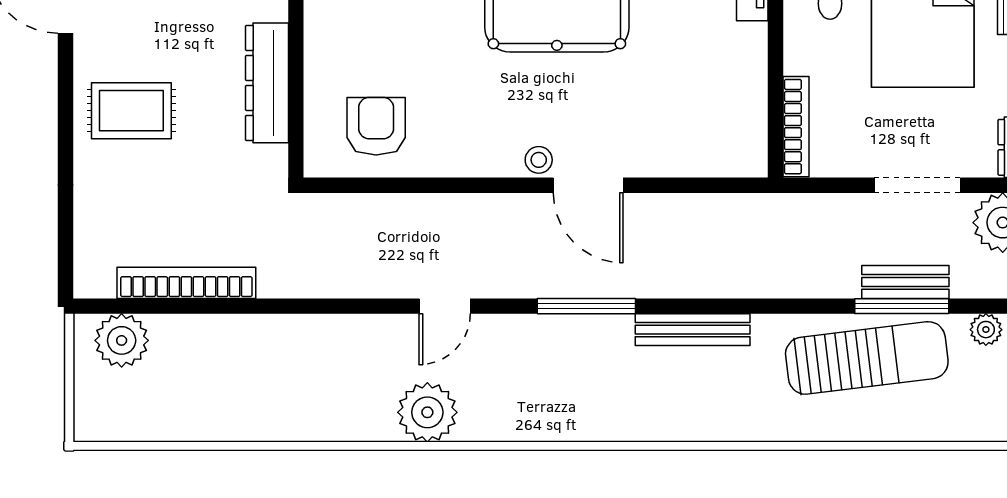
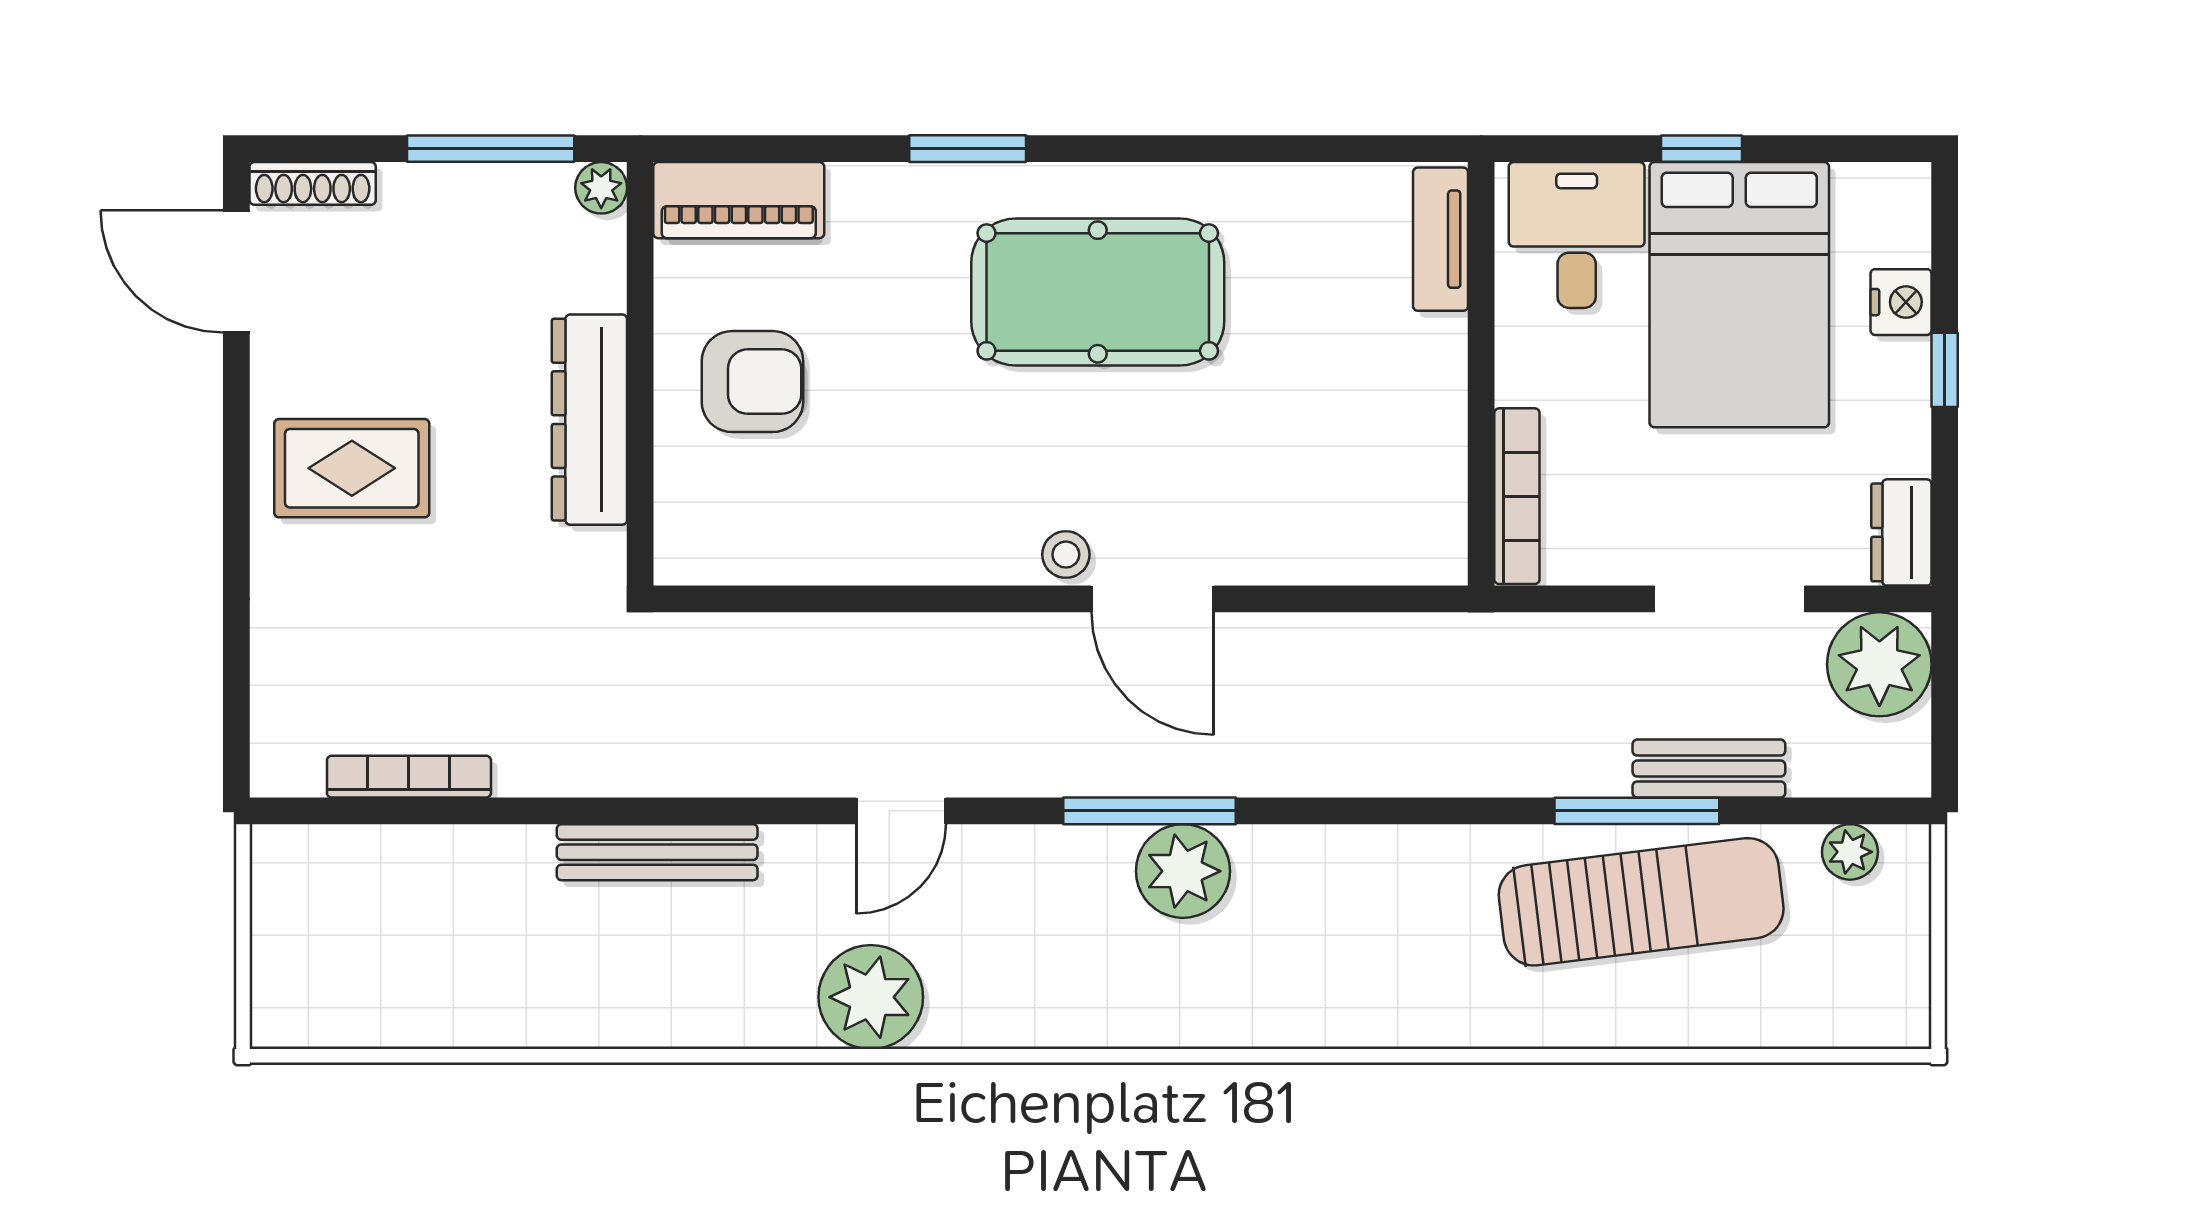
armchair: (376, 126) -> (752, 382), moved, turned 90
bookcase: (186, 283) -> (409, 777), width x0.68, depth x0.76
window: (902, 306) -> (1637, 811), moved
bench: (693, 330) -> (657, 852), moved
plant: (122, 340) -> (1183, 871), moved

